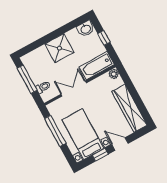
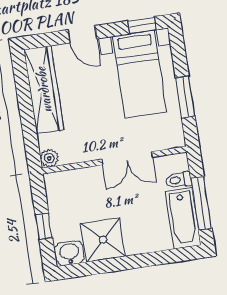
shower: (59, 48) -> (103, 240), moved
bathtub: (97, 66) -> (183, 218), moved, turned 90
window: (55, 131) -> (185, 97), width x0.69
window: (100, 155) -> (142, 25), moved

